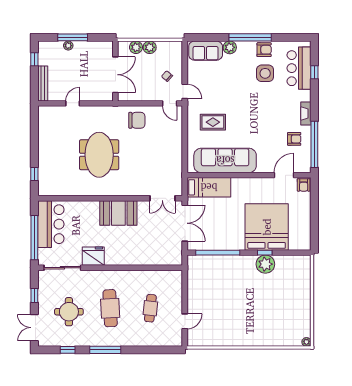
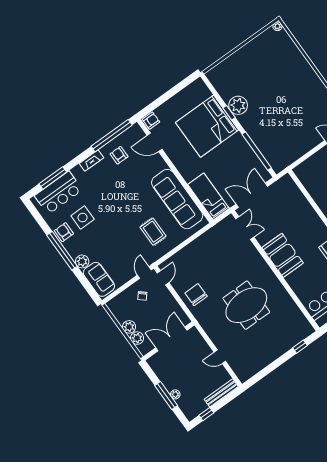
window: (314, 72) -> (53, 178), width x2.17

